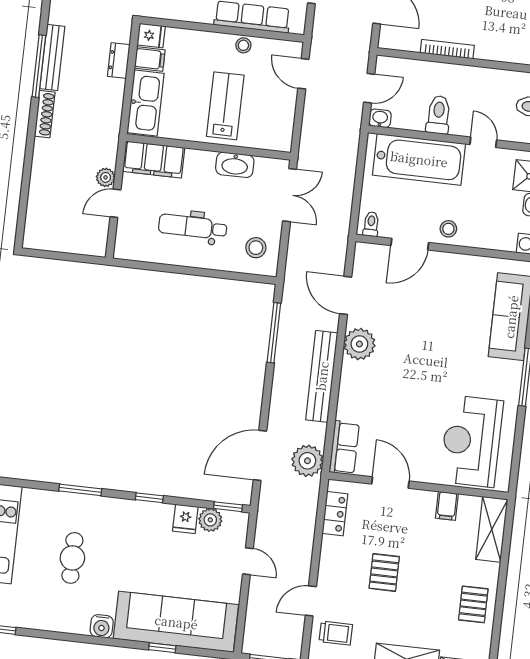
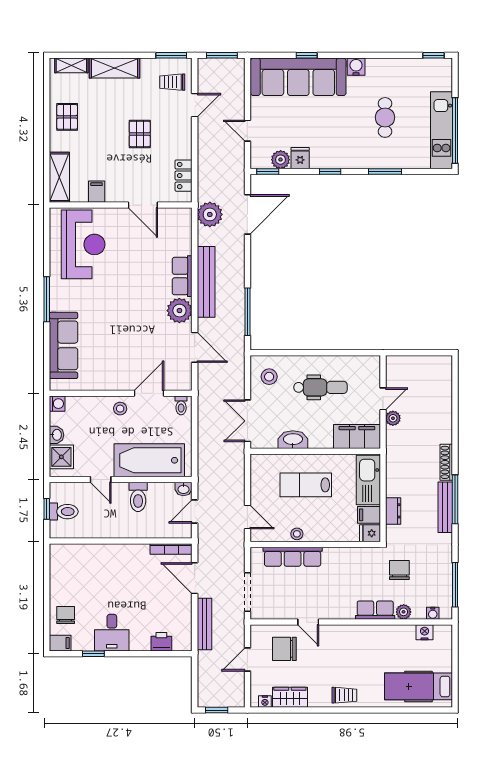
bookcase: (447, 49) -> (171, 549), moved
lab bench: (225, 106) -> (306, 485), turned 90
row of seats: (344, 448) -> (182, 276), moved

